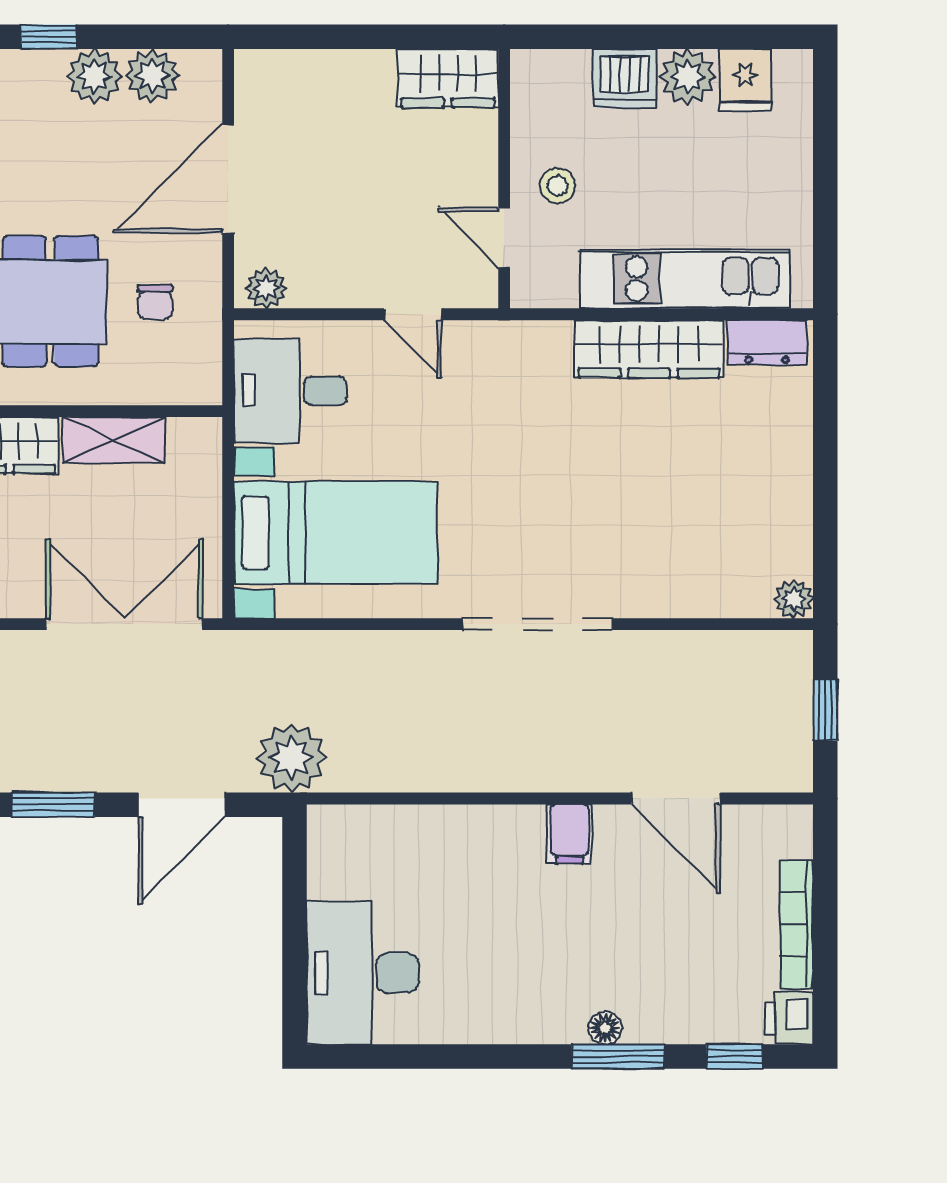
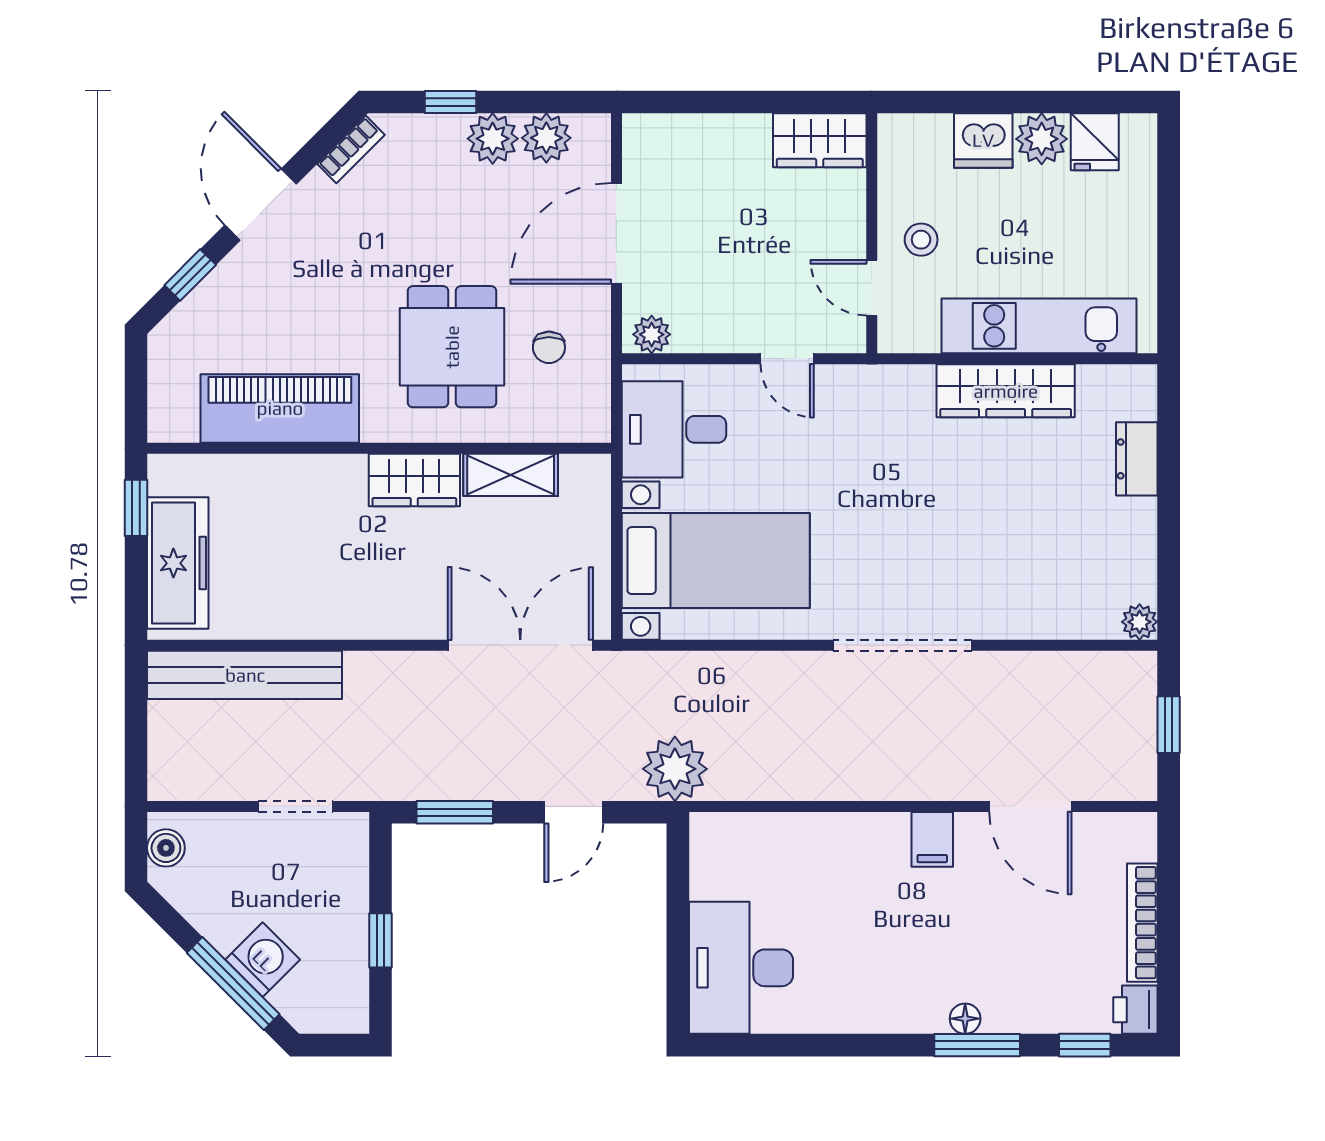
dresser: (767, 342) -> (1137, 459), moved, turned 90
door: (182, 805) -> (574, 812), width x0.73

